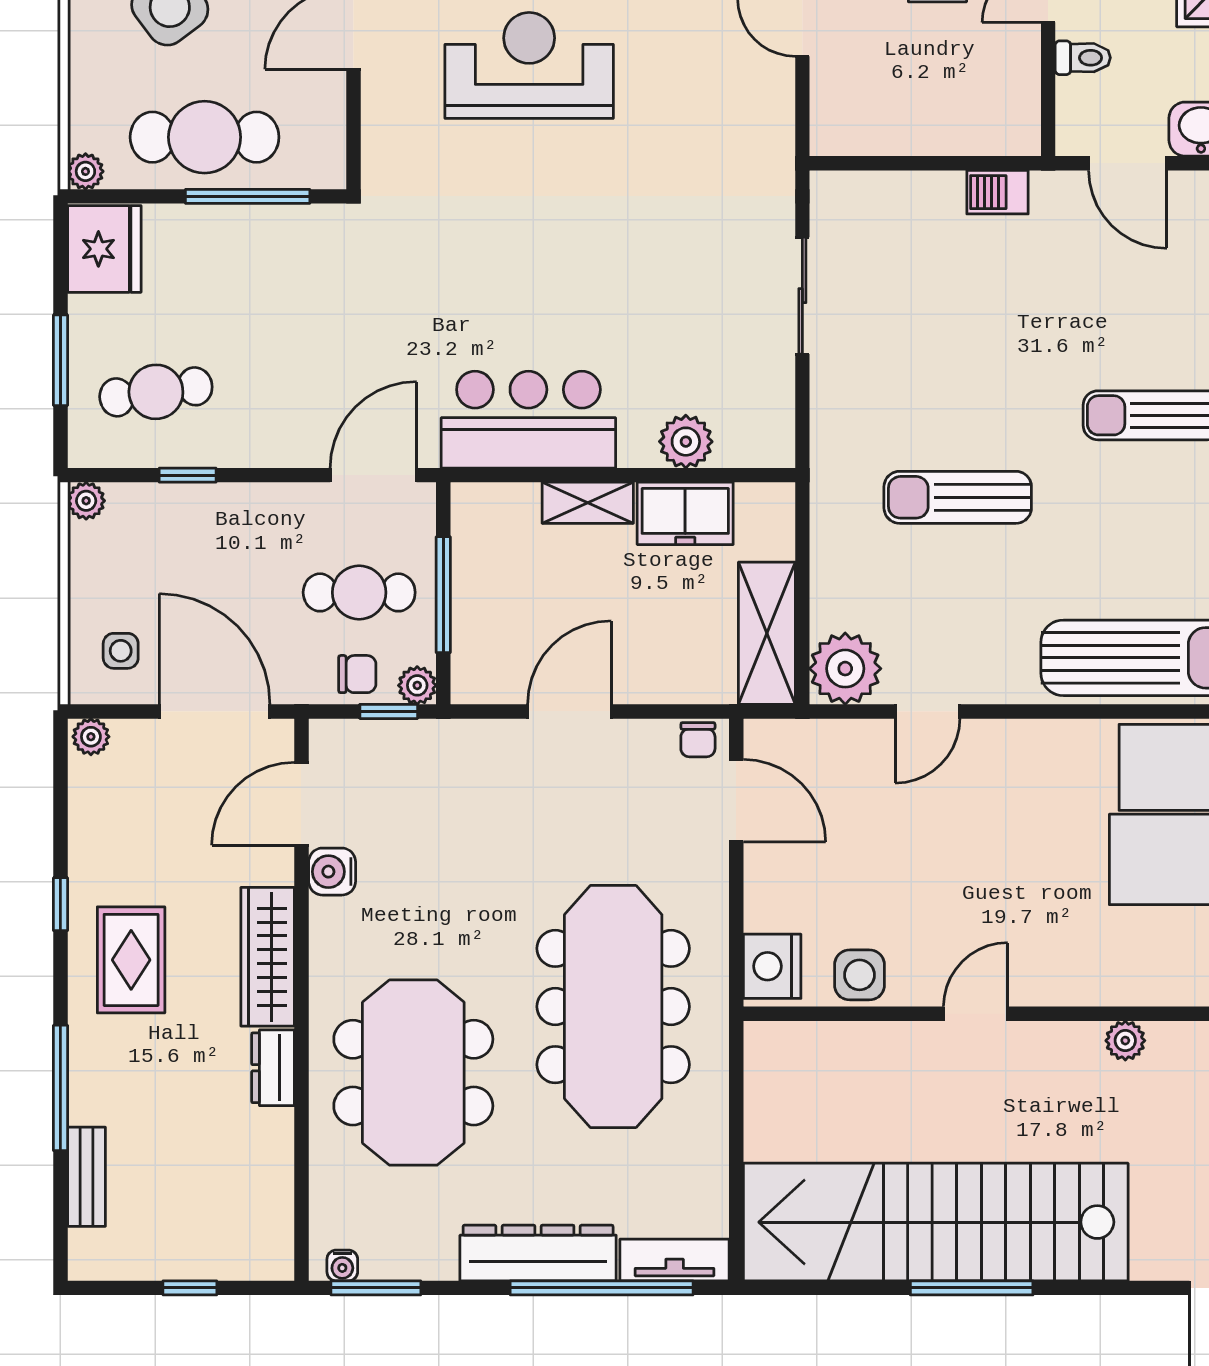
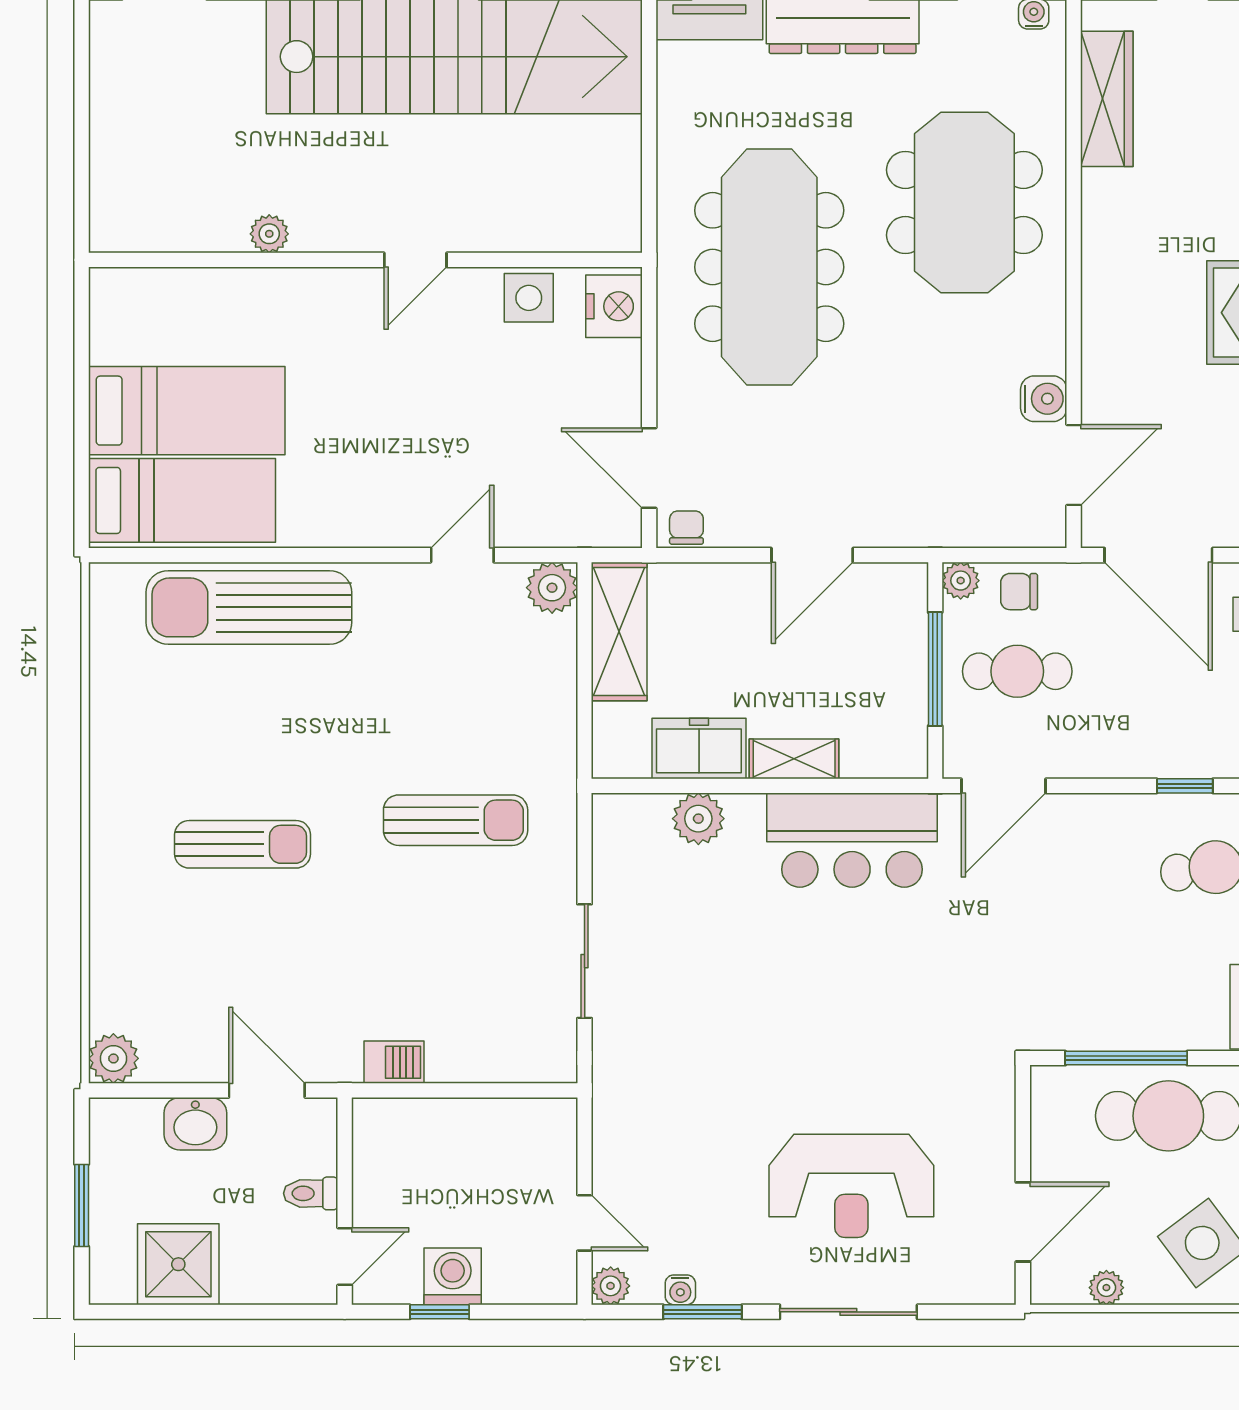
sun lounger: (958, 497) -> (456, 820), moved
plant: (845, 669) -> (552, 588), width x0.73, depth x0.73
window: (389, 711) -> (988, 555), removed
wardrobe: (268, 957) -> (1107, 99), moved
dresser: (273, 1068) -> (1101, 207), removed

